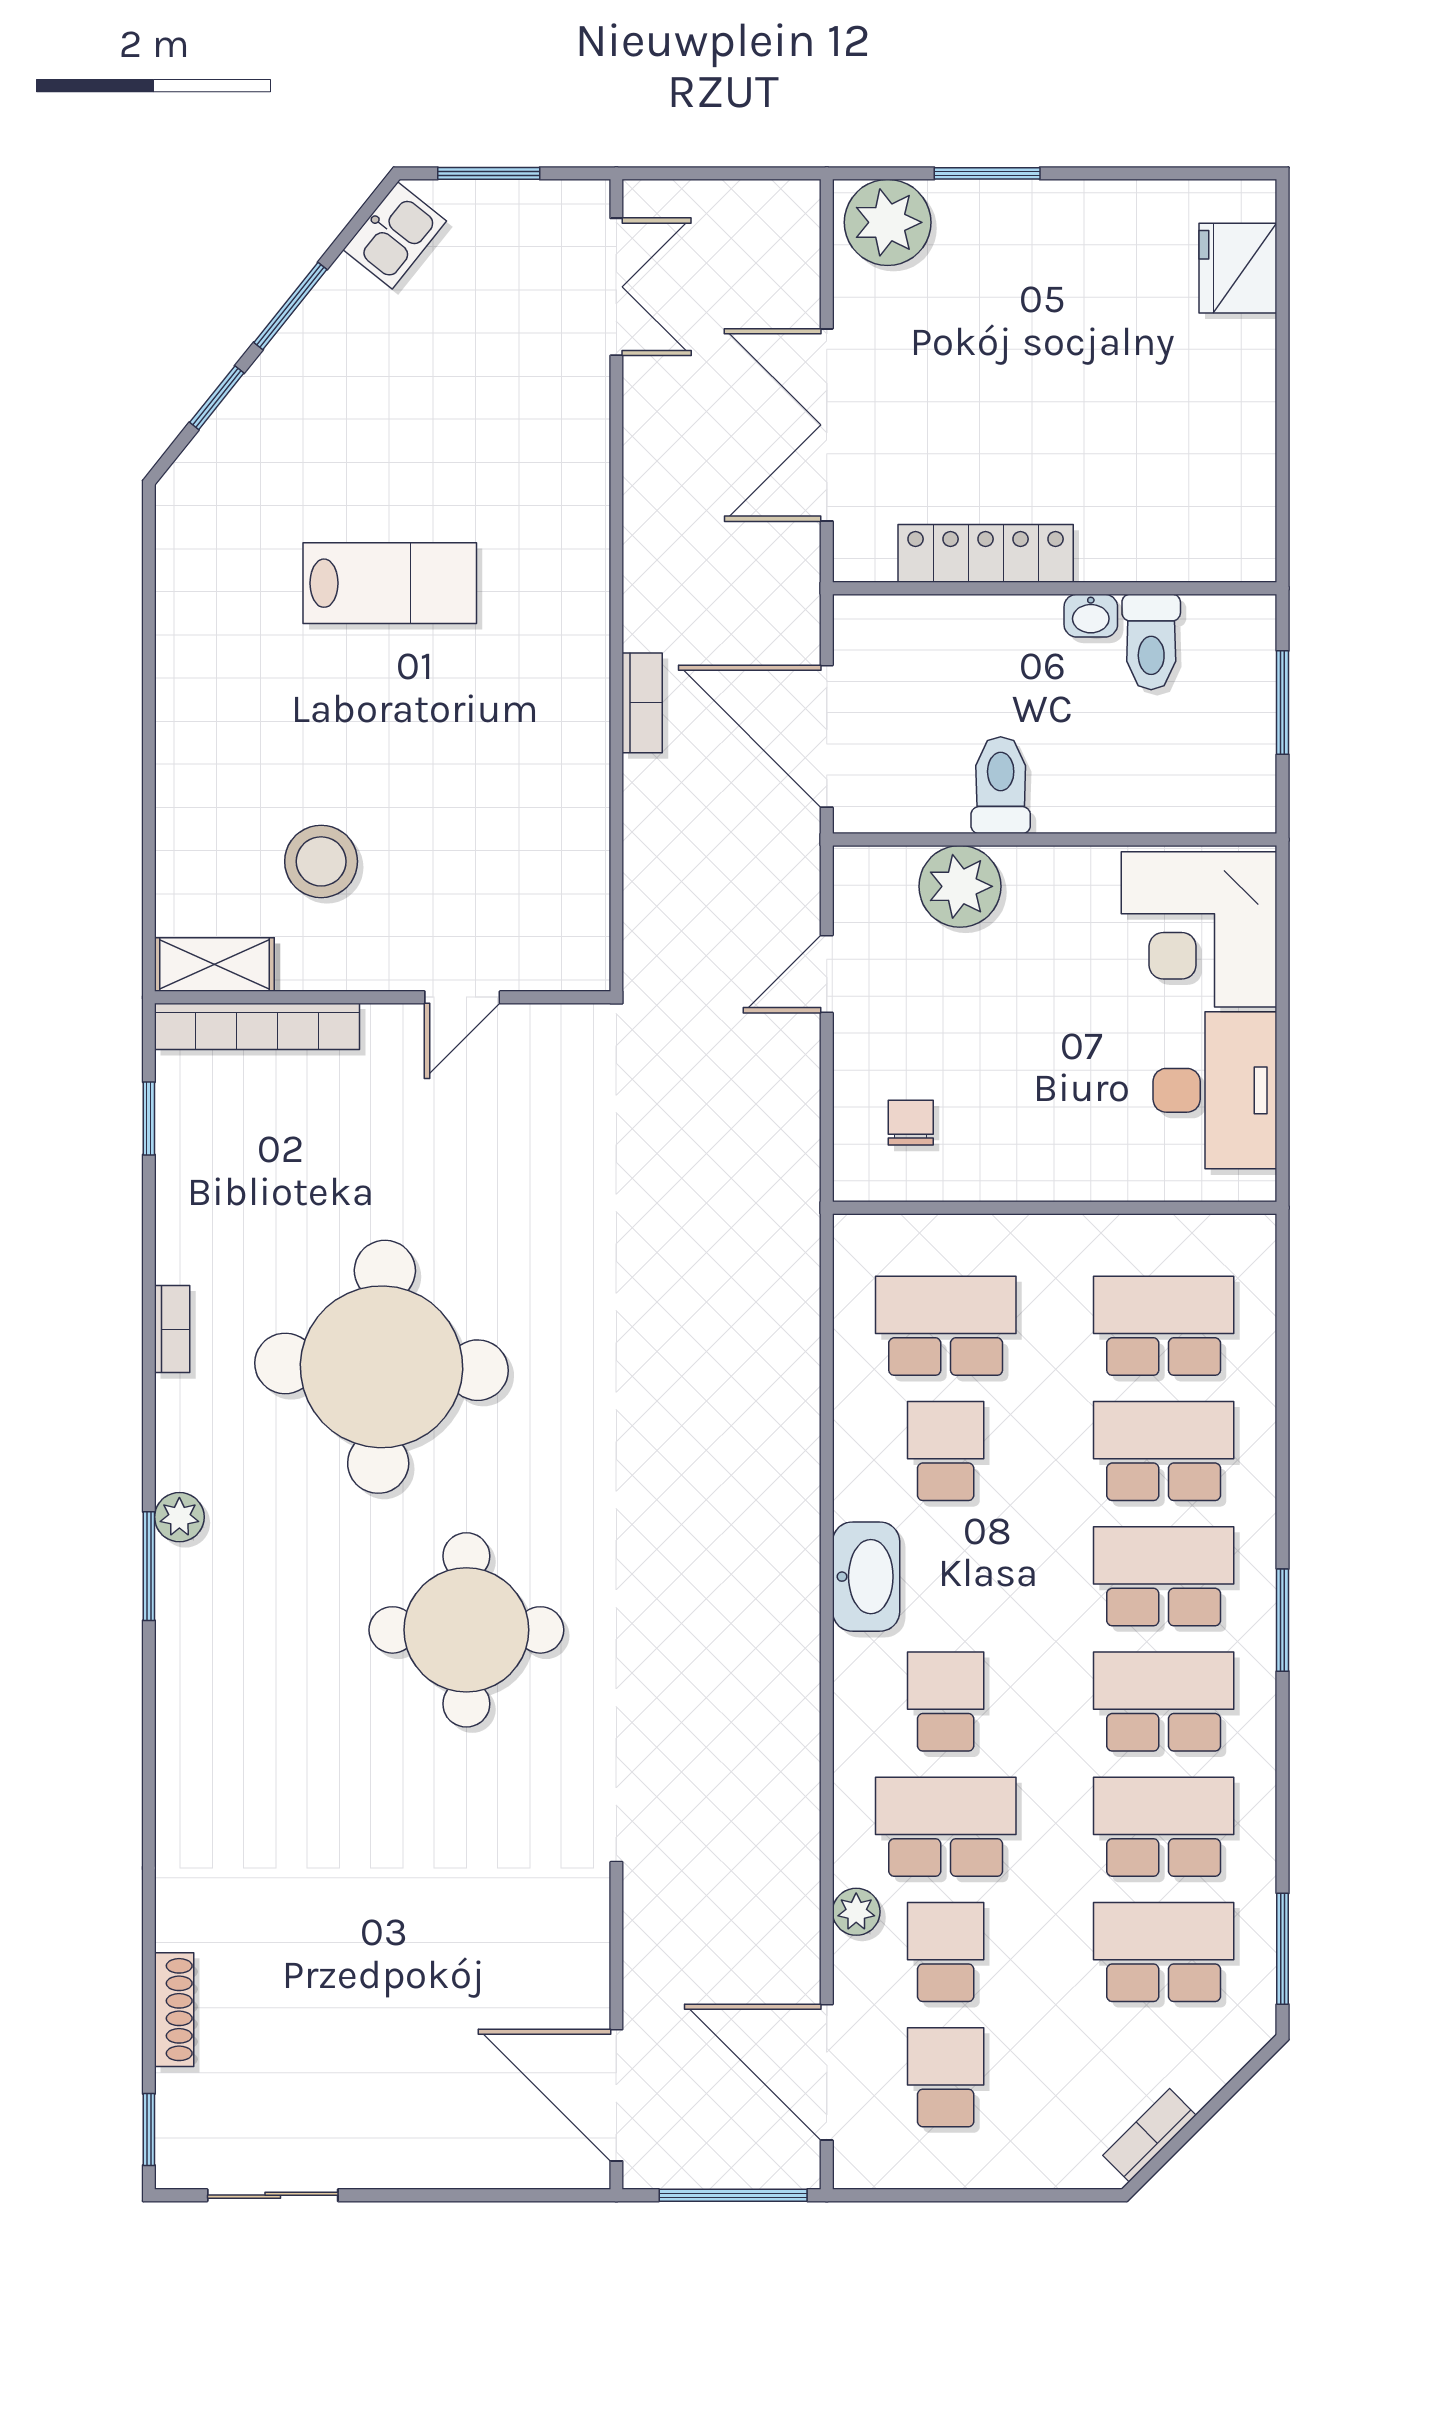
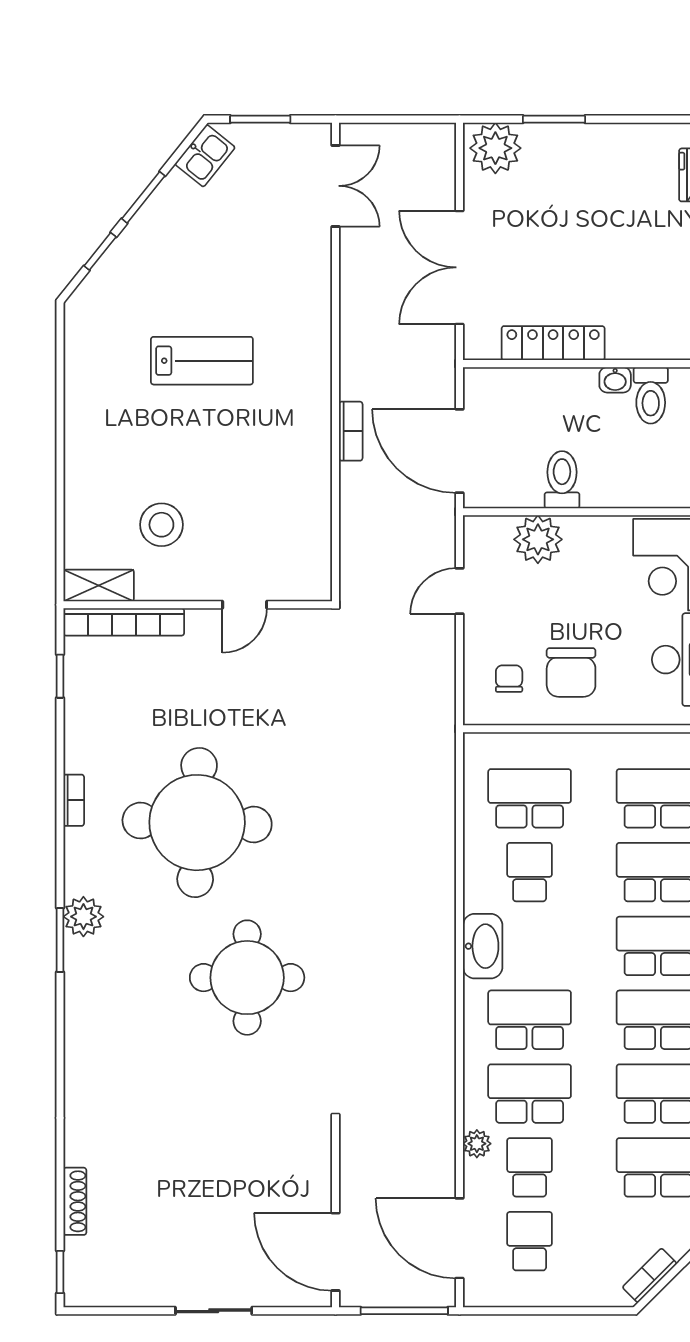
chair: (1016, 1112) -> (571, 672), added
plant: (179, 1517) -> (83, 917), width x1.38, depth x1.38
school desk: (946, 1701) -> (530, 1020), width x1.85
sliding door: (273, 2195) -> (214, 1311), moved

